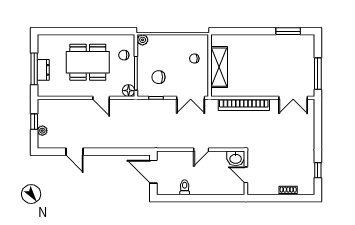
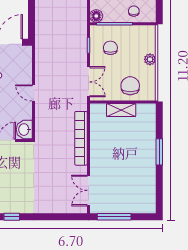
window: (288, 31) -> (159, 152), moved
plant: (143, 40) -> (150, 59), moved
chair: (194, 59) -> (130, 86), width x1.87, depth x1.87
shelving: (219, 67) -> (121, 110), width x0.67, depth x0.75
double door: (191, 98) -> (89, 82), swing flipped

